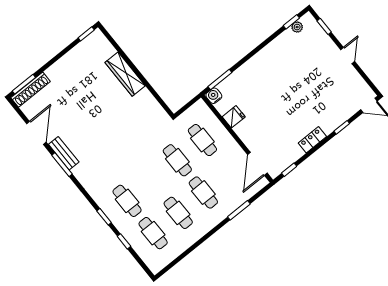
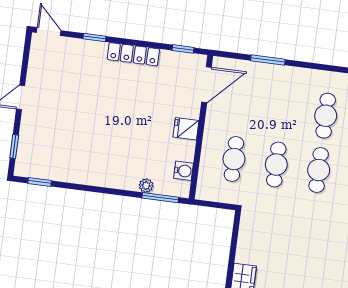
plant: (297, 27) -> (146, 186), moved
water cooler: (214, 96) -> (183, 171), moved, turned -90
fridge: (234, 117) -> (186, 129), moved
locker: (312, 140) -> (133, 54), width x1.53
cafe table: (203, 193) -> (319, 170), moved

